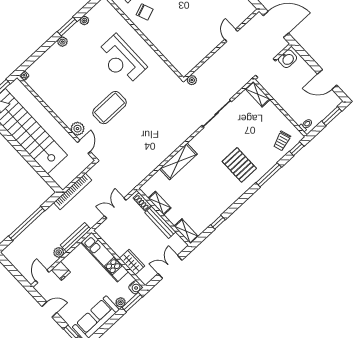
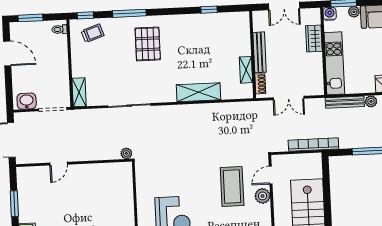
coffee table: (110, 108) -> (232, 187), moved, turned 90
shelving: (186, 231) -> (244, 25), removed

